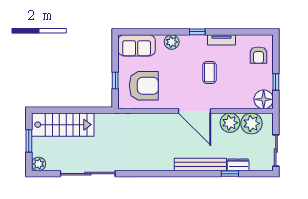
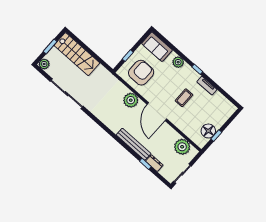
armchair: (258, 55) -> (220, 112), removed
armchair: (144, 86) -> (141, 73), turned -90
floor lamp: (264, 99) -> (208, 131), moved
plant: (230, 123) -> (131, 100), moved

